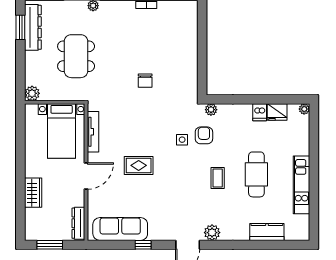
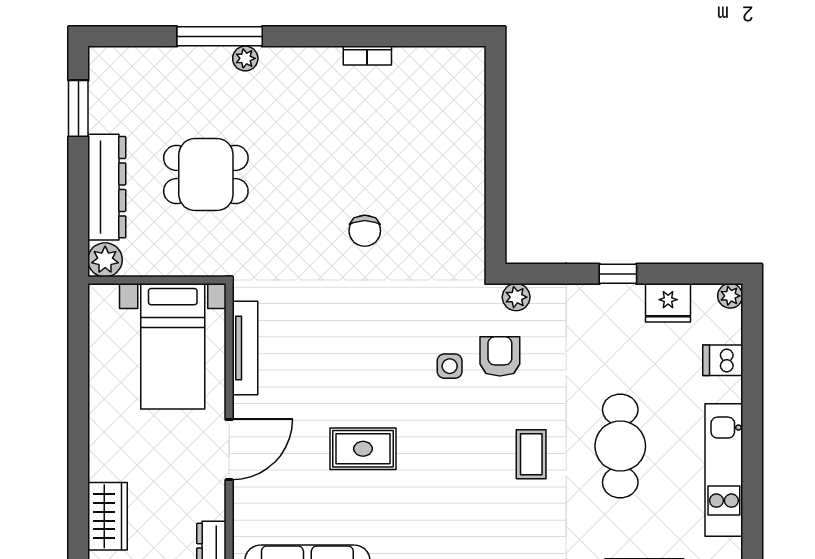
dresser: (33, 27) -> (107, 187), moved
dining table: (76, 56) -> (206, 175), width x0.73
window: (255, 99) -> (618, 274), added
dishwasher: (260, 112) -> (723, 360), moved, turned 90
rug: (139, 165) -> (363, 449), moved
wardrobe: (33, 193) -> (108, 516), moved

